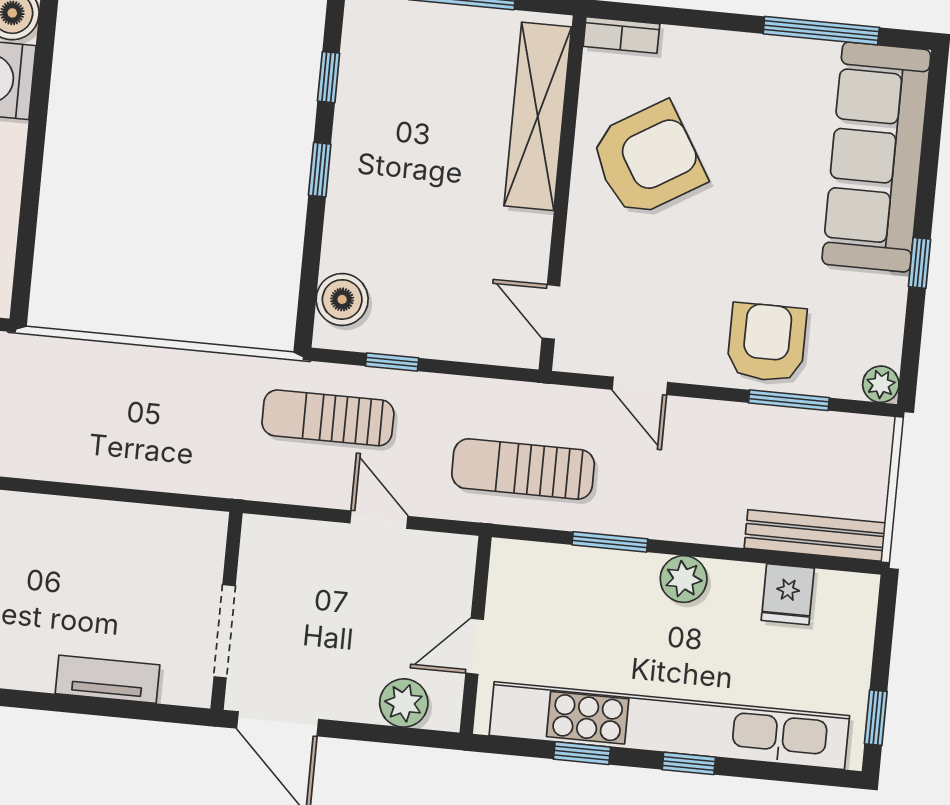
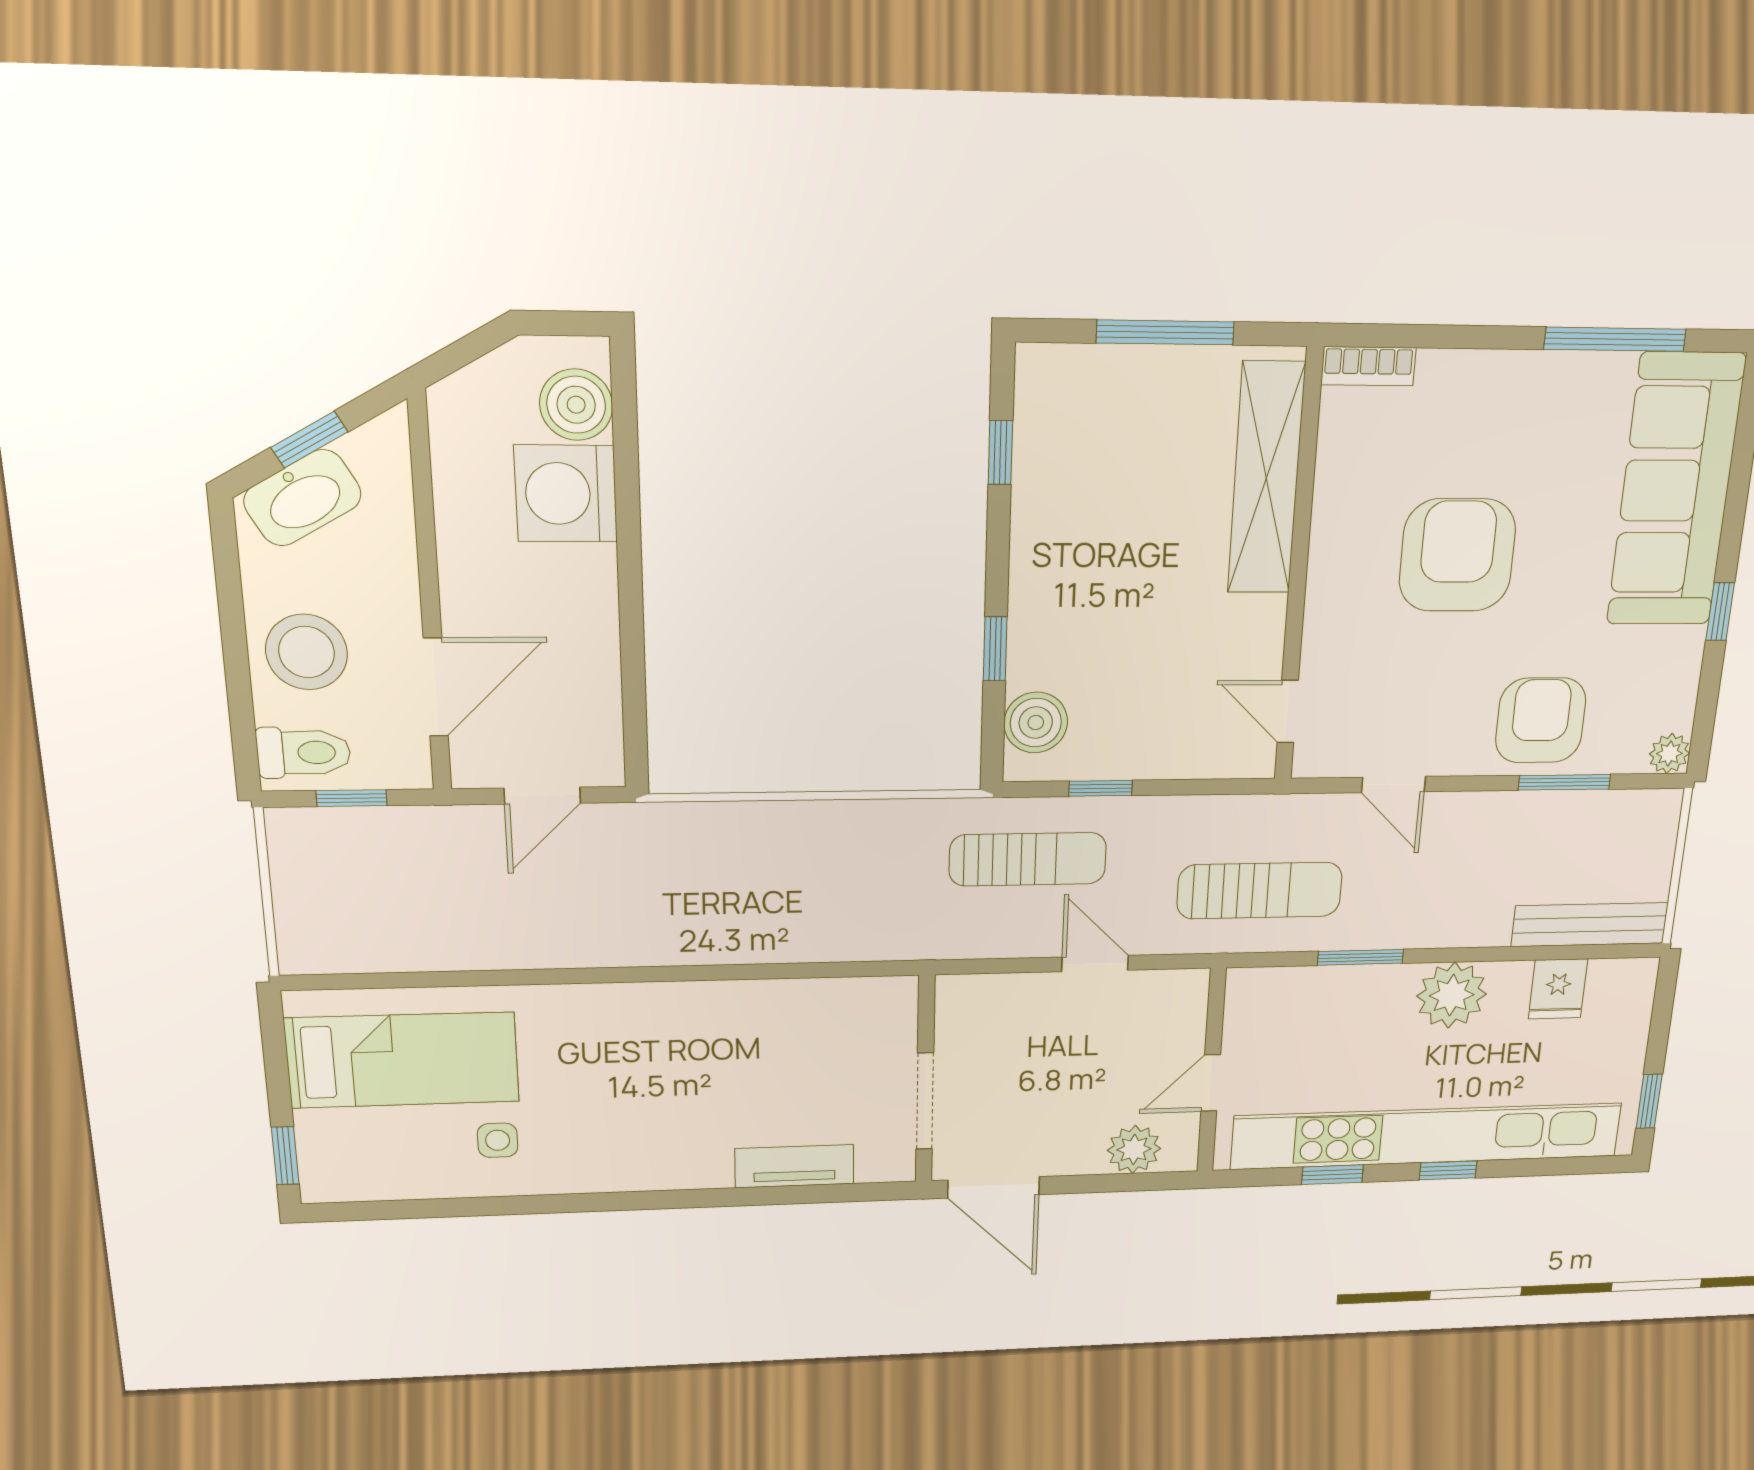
armchair: (648, 160) -> (1457, 555), moved, turned -59
window: (320, 170) -> (995, 649), moved
sun lounger: (328, 418) -> (1028, 859), turned 180
sun lounger: (523, 469) -> (1260, 891), turned 180
plant: (684, 579) -> (1452, 995), width x1.36, depth x1.36

